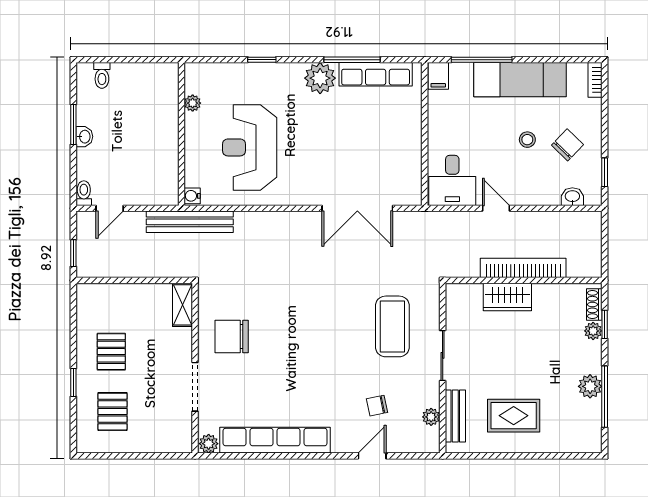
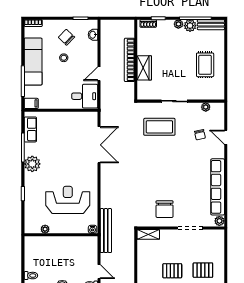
row of seats: (376, 74) -> (30, 129), width x0.68
reception desk: (250, 147) -> (68, 200), turned 180
plant: (593, 331) -> (178, 24), moved
bench: (455, 416) -> (211, 25), moved

